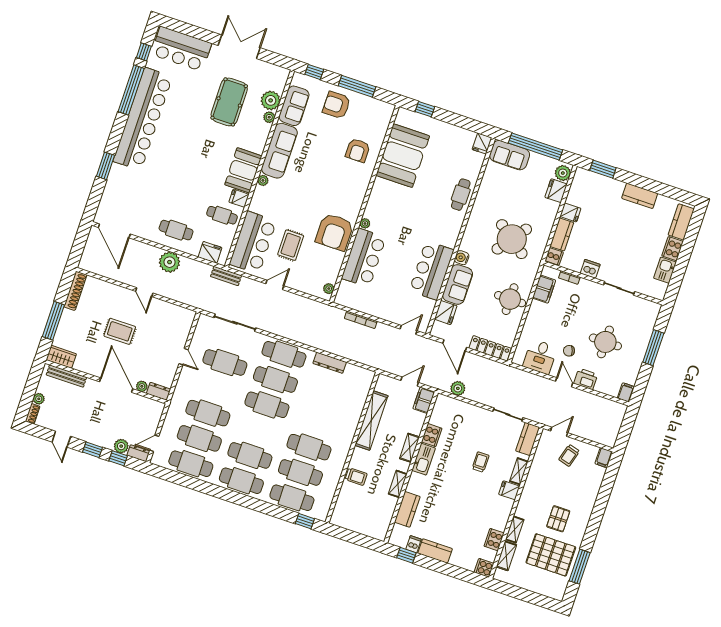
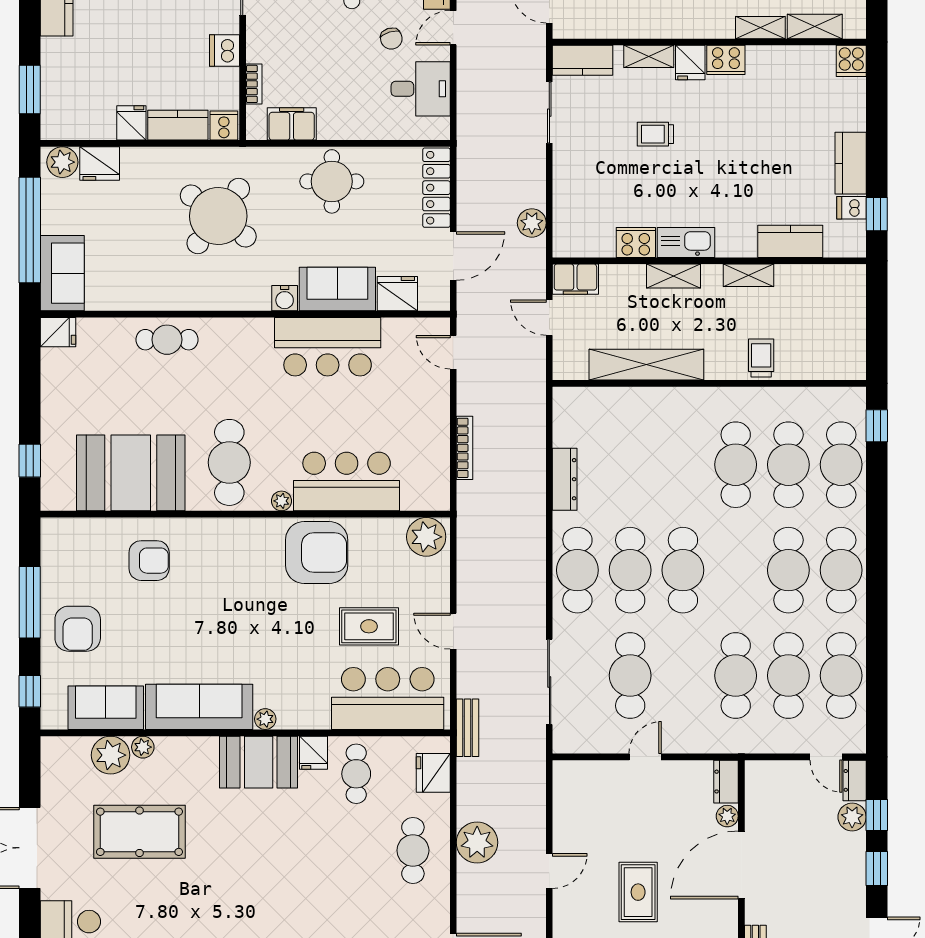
cafe table: (392, 205) -> (229, 462), added
plant: (329, 289) -> (426, 537), width x1.88, depth x1.88
cooker: (494, 540) -> (726, 60), moved

